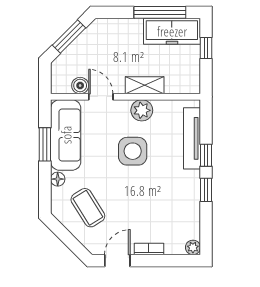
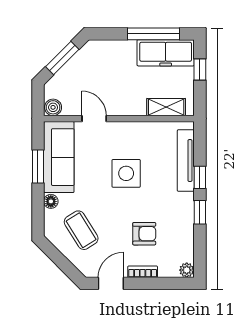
shelving: (145, 85) -> (166, 107), moved
boiler: (80, 86) -> (53, 107), moved
plant: (142, 110) -> (135, 132), removed
armchair: (151, 211) -> (144, 234), added

